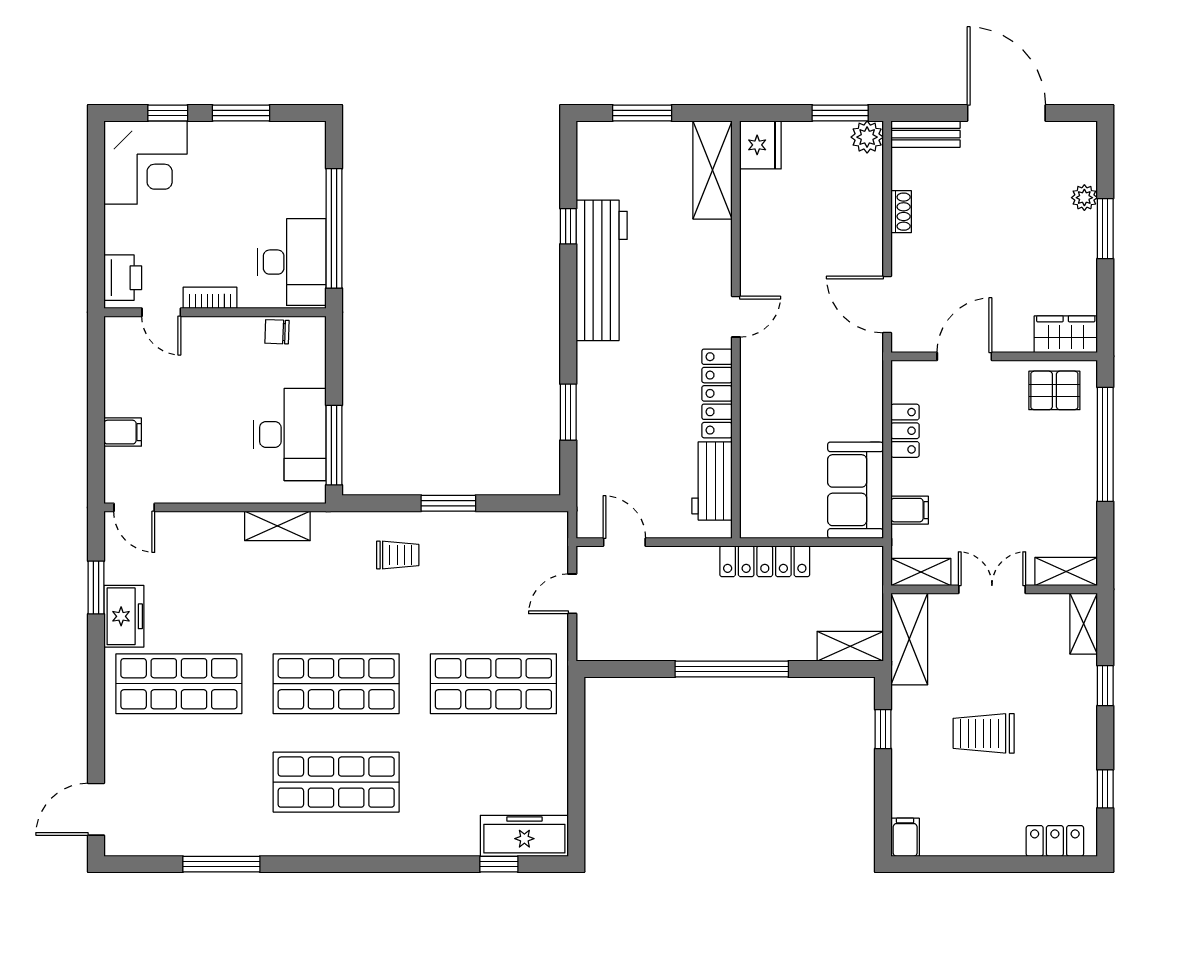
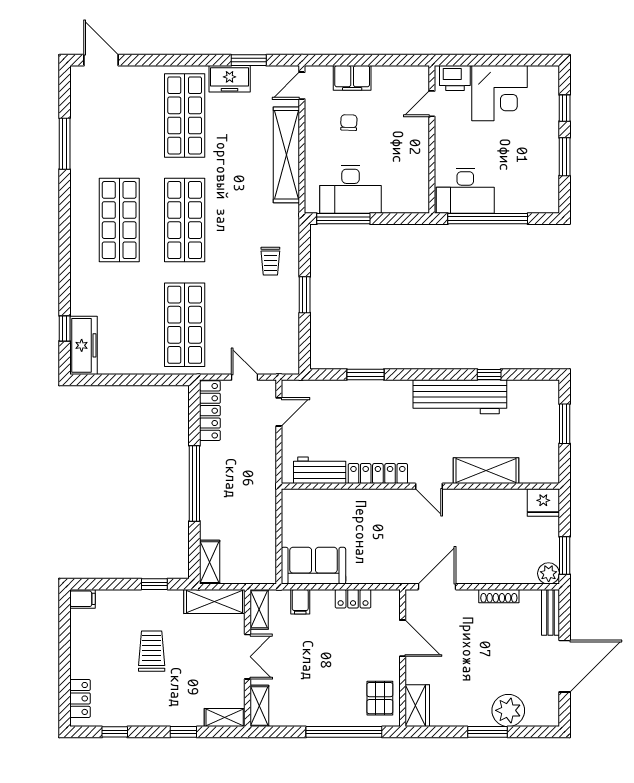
corner desk: (145, 163) -> (500, 93), moved, turned -90
shelving: (713, 170) -> (486, 471), moved
plant: (1084, 198) -> (508, 710), width x1.88, depth x1.88
shoe rack: (901, 212) -> (499, 596), width x1.43
bookcase: (210, 298) -> (442, 136), removed
chair: (277, 332) -> (349, 123), moved
filing cabinet: (123, 432) -> (352, 78), width x2.00
shelving: (277, 526) -> (286, 155), width x2.20, depth x1.33
locker: (765, 561) -> (210, 411), moved, turned 180

